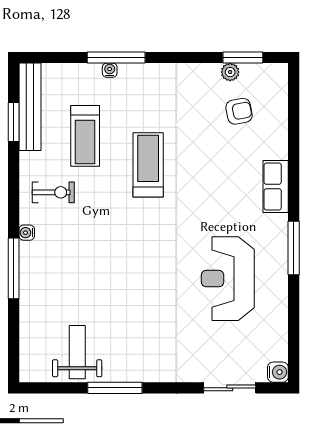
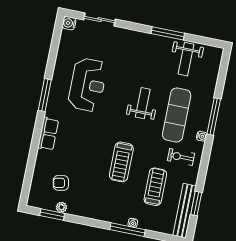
exercise mat: (74, 259) -> (177, 115), added
weight bench: (133, 267) -> (143, 103), added

